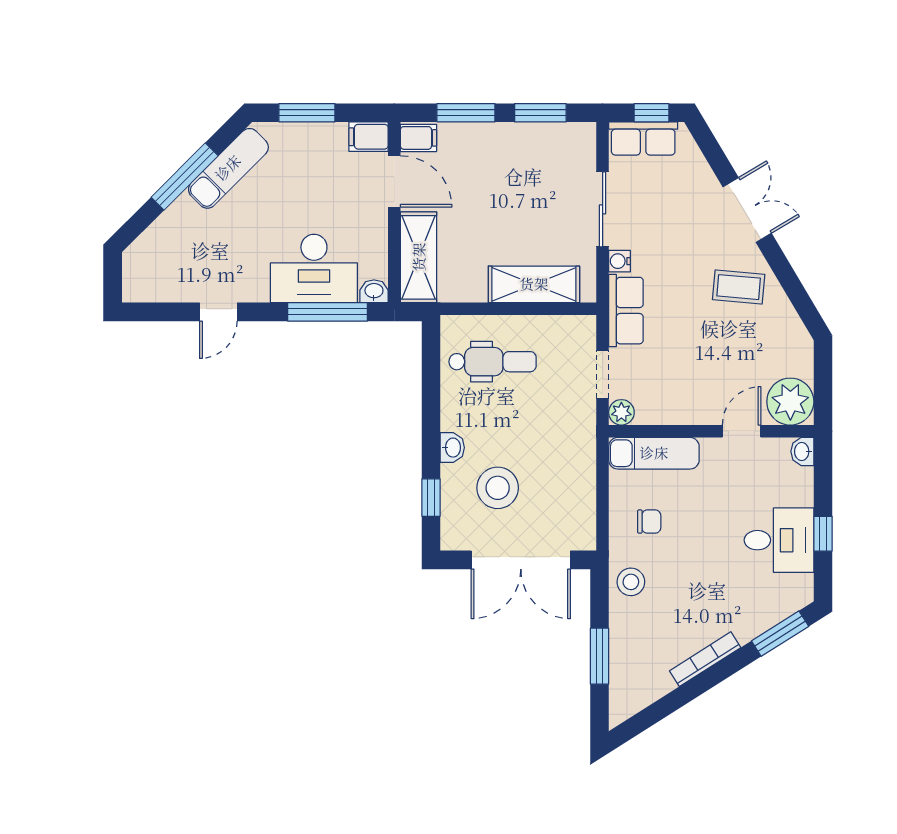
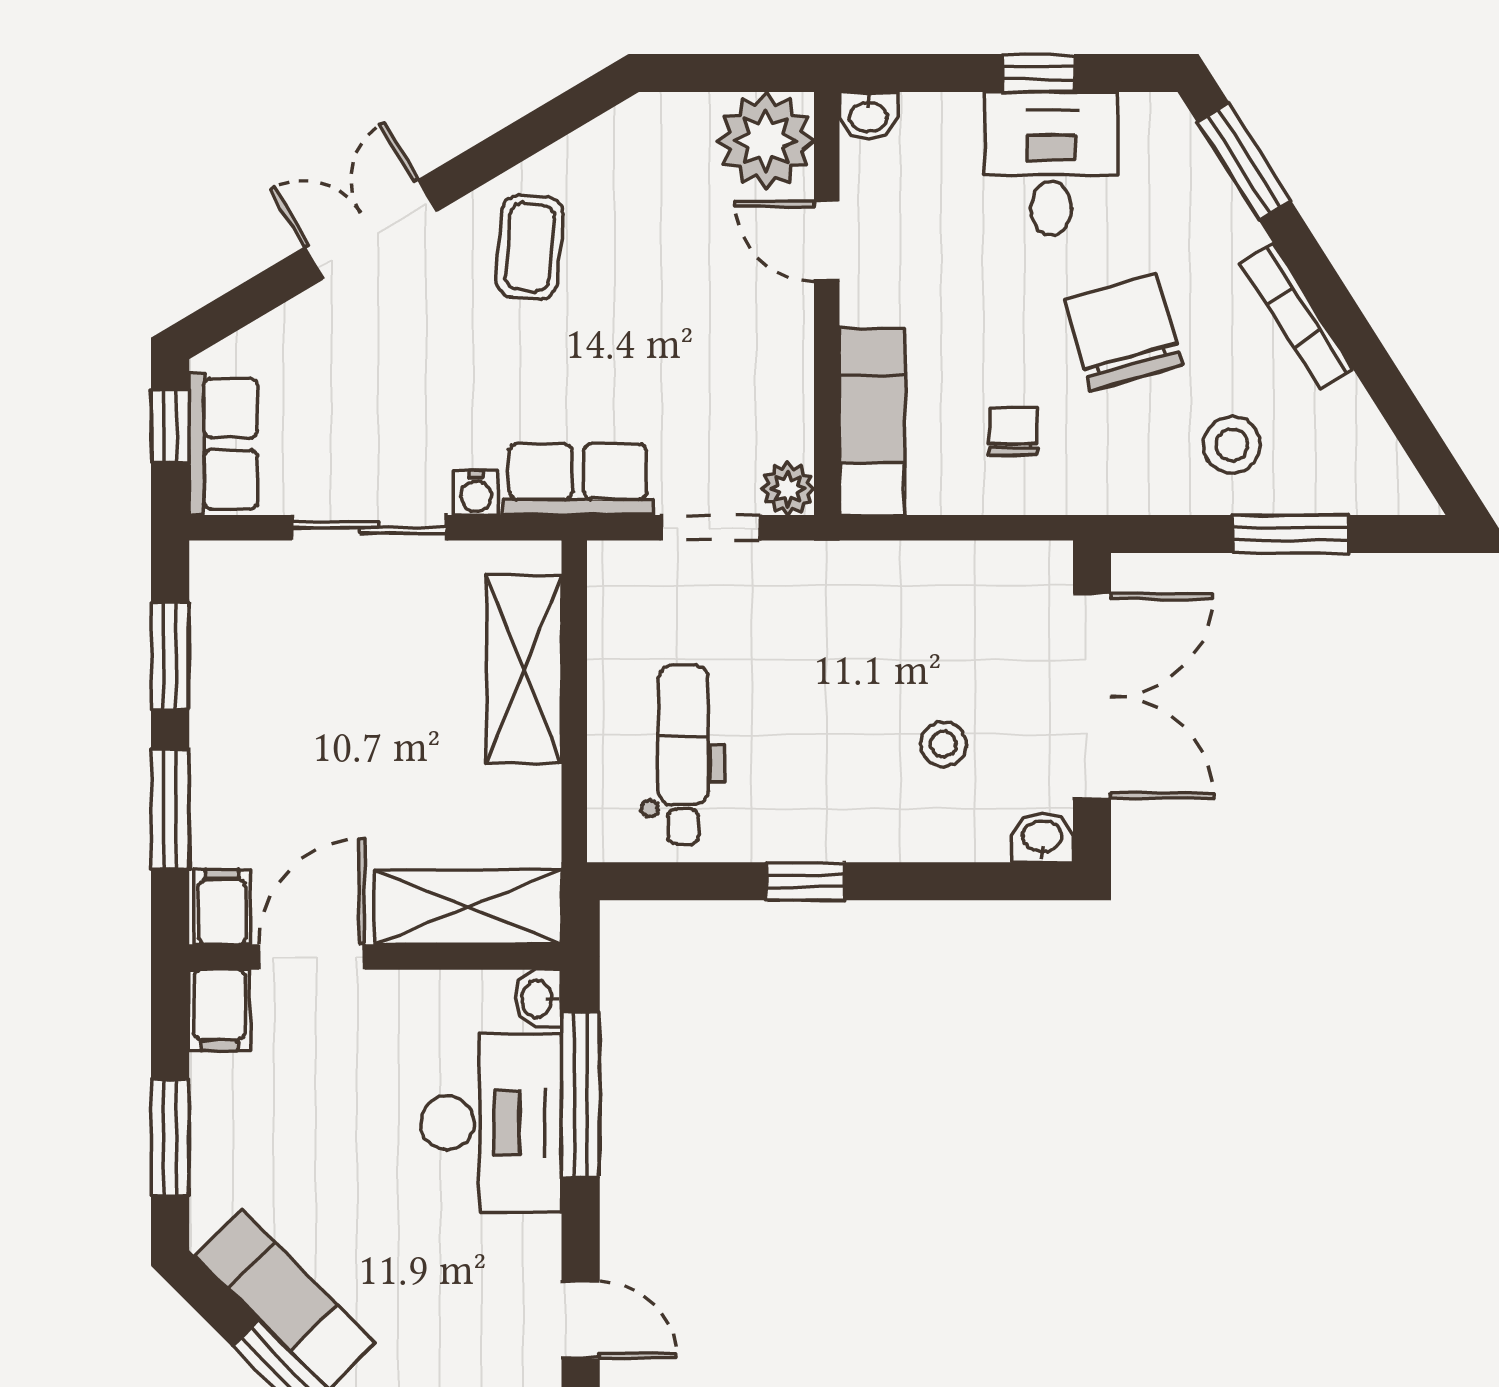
washbasin: (452, 448) -> (1042, 837), moved
stool: (498, 488) -> (943, 744), width x0.53, depth x0.53
window: (431, 498) -> (806, 881), moved
chair: (697, 575) -> (1123, 333), added
stool: (631, 582) -> (1232, 445), moved

